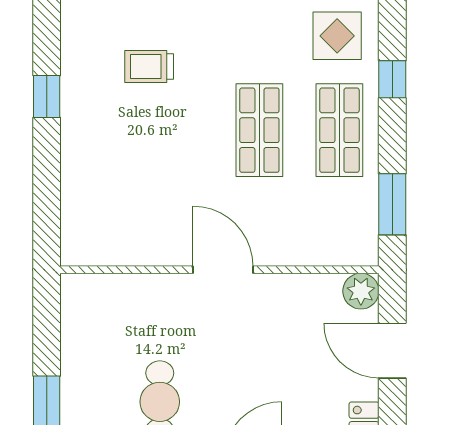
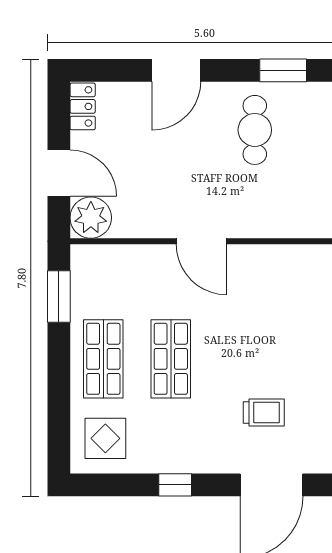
window: (392, 79) -> (59, 402), removed
plant: (361, 291) -> (91, 218), width x1.36, depth x1.36

